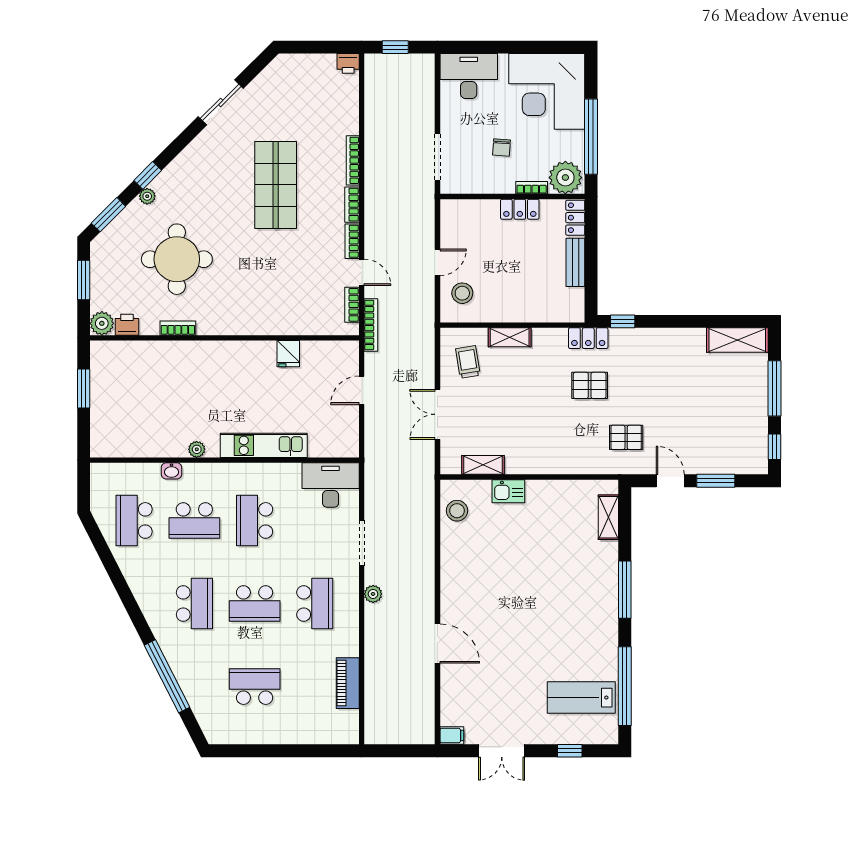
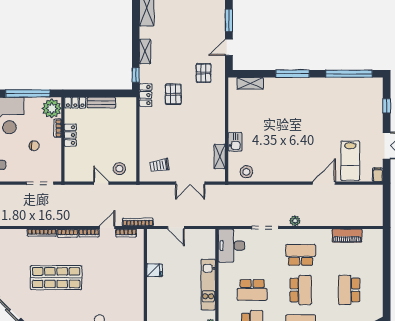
shelving: (510, 337) -> (145, 52), moved
lab bench: (581, 698) -> (350, 161), moved

